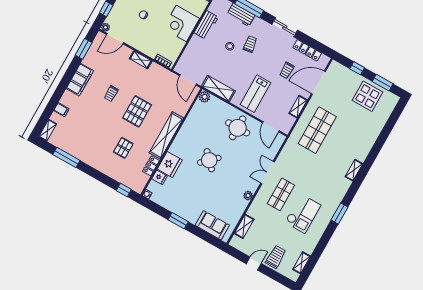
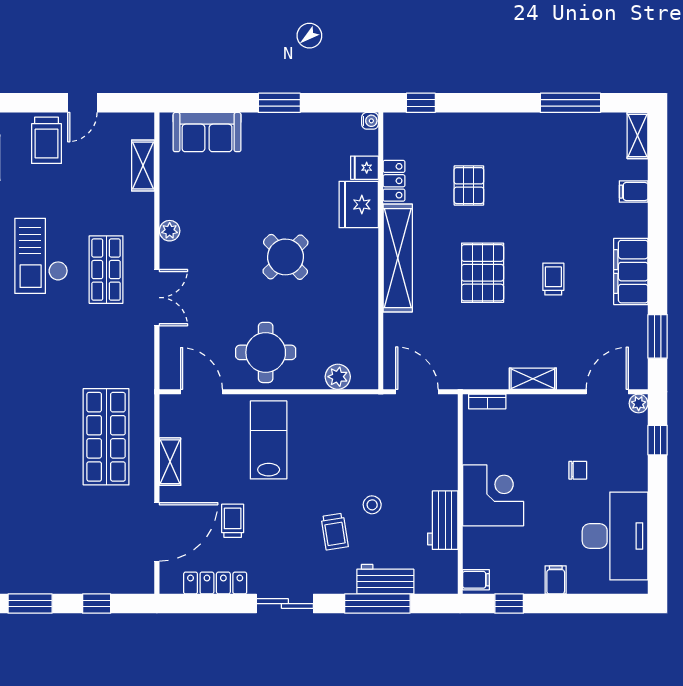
shelving: (218, 89) -> (347, 409), removed
display table: (367, 96) -> (45, 560), removed
plant: (204, 97) -> (338, 377), moved

